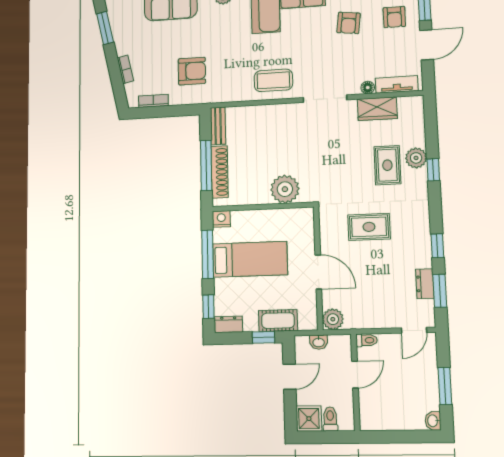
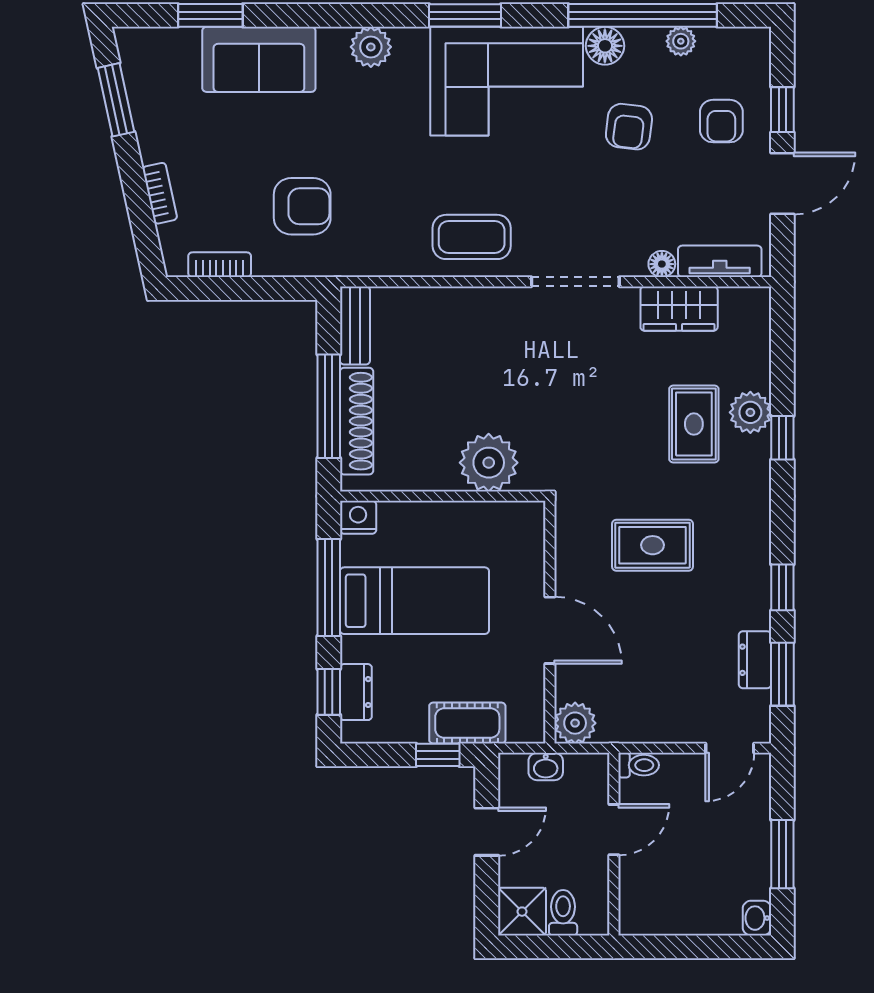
dresser: (228, 324) -> (356, 692), moved, turned 90

